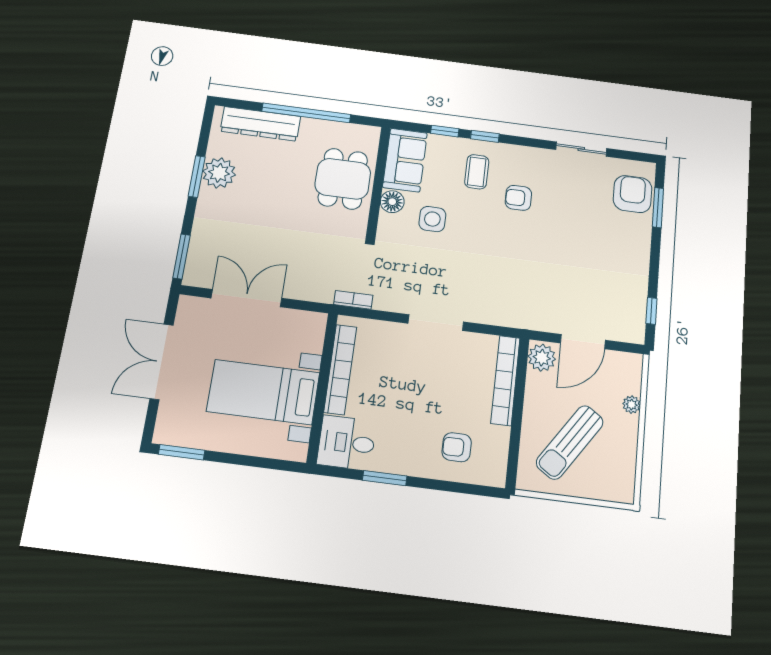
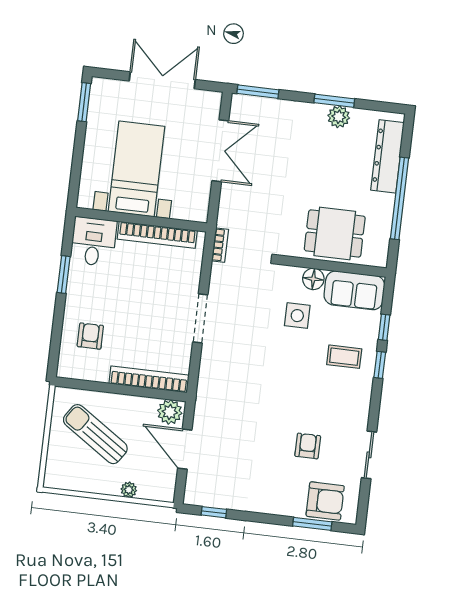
plant: (219, 173) -> (339, 117), width x0.73, depth x0.73
armchair: (518, 198) -> (308, 446), moved

